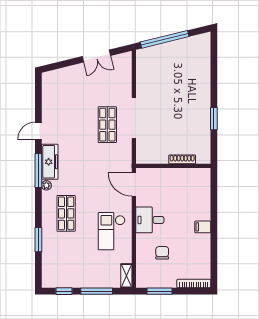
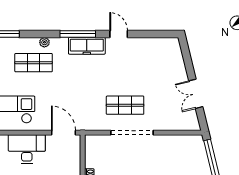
door: (134, 184) -> (63, 133), hinge flipped
plant: (46, 185) -> (44, 42), moved
desk: (150, 220) -> (27, 149), width x1.37

